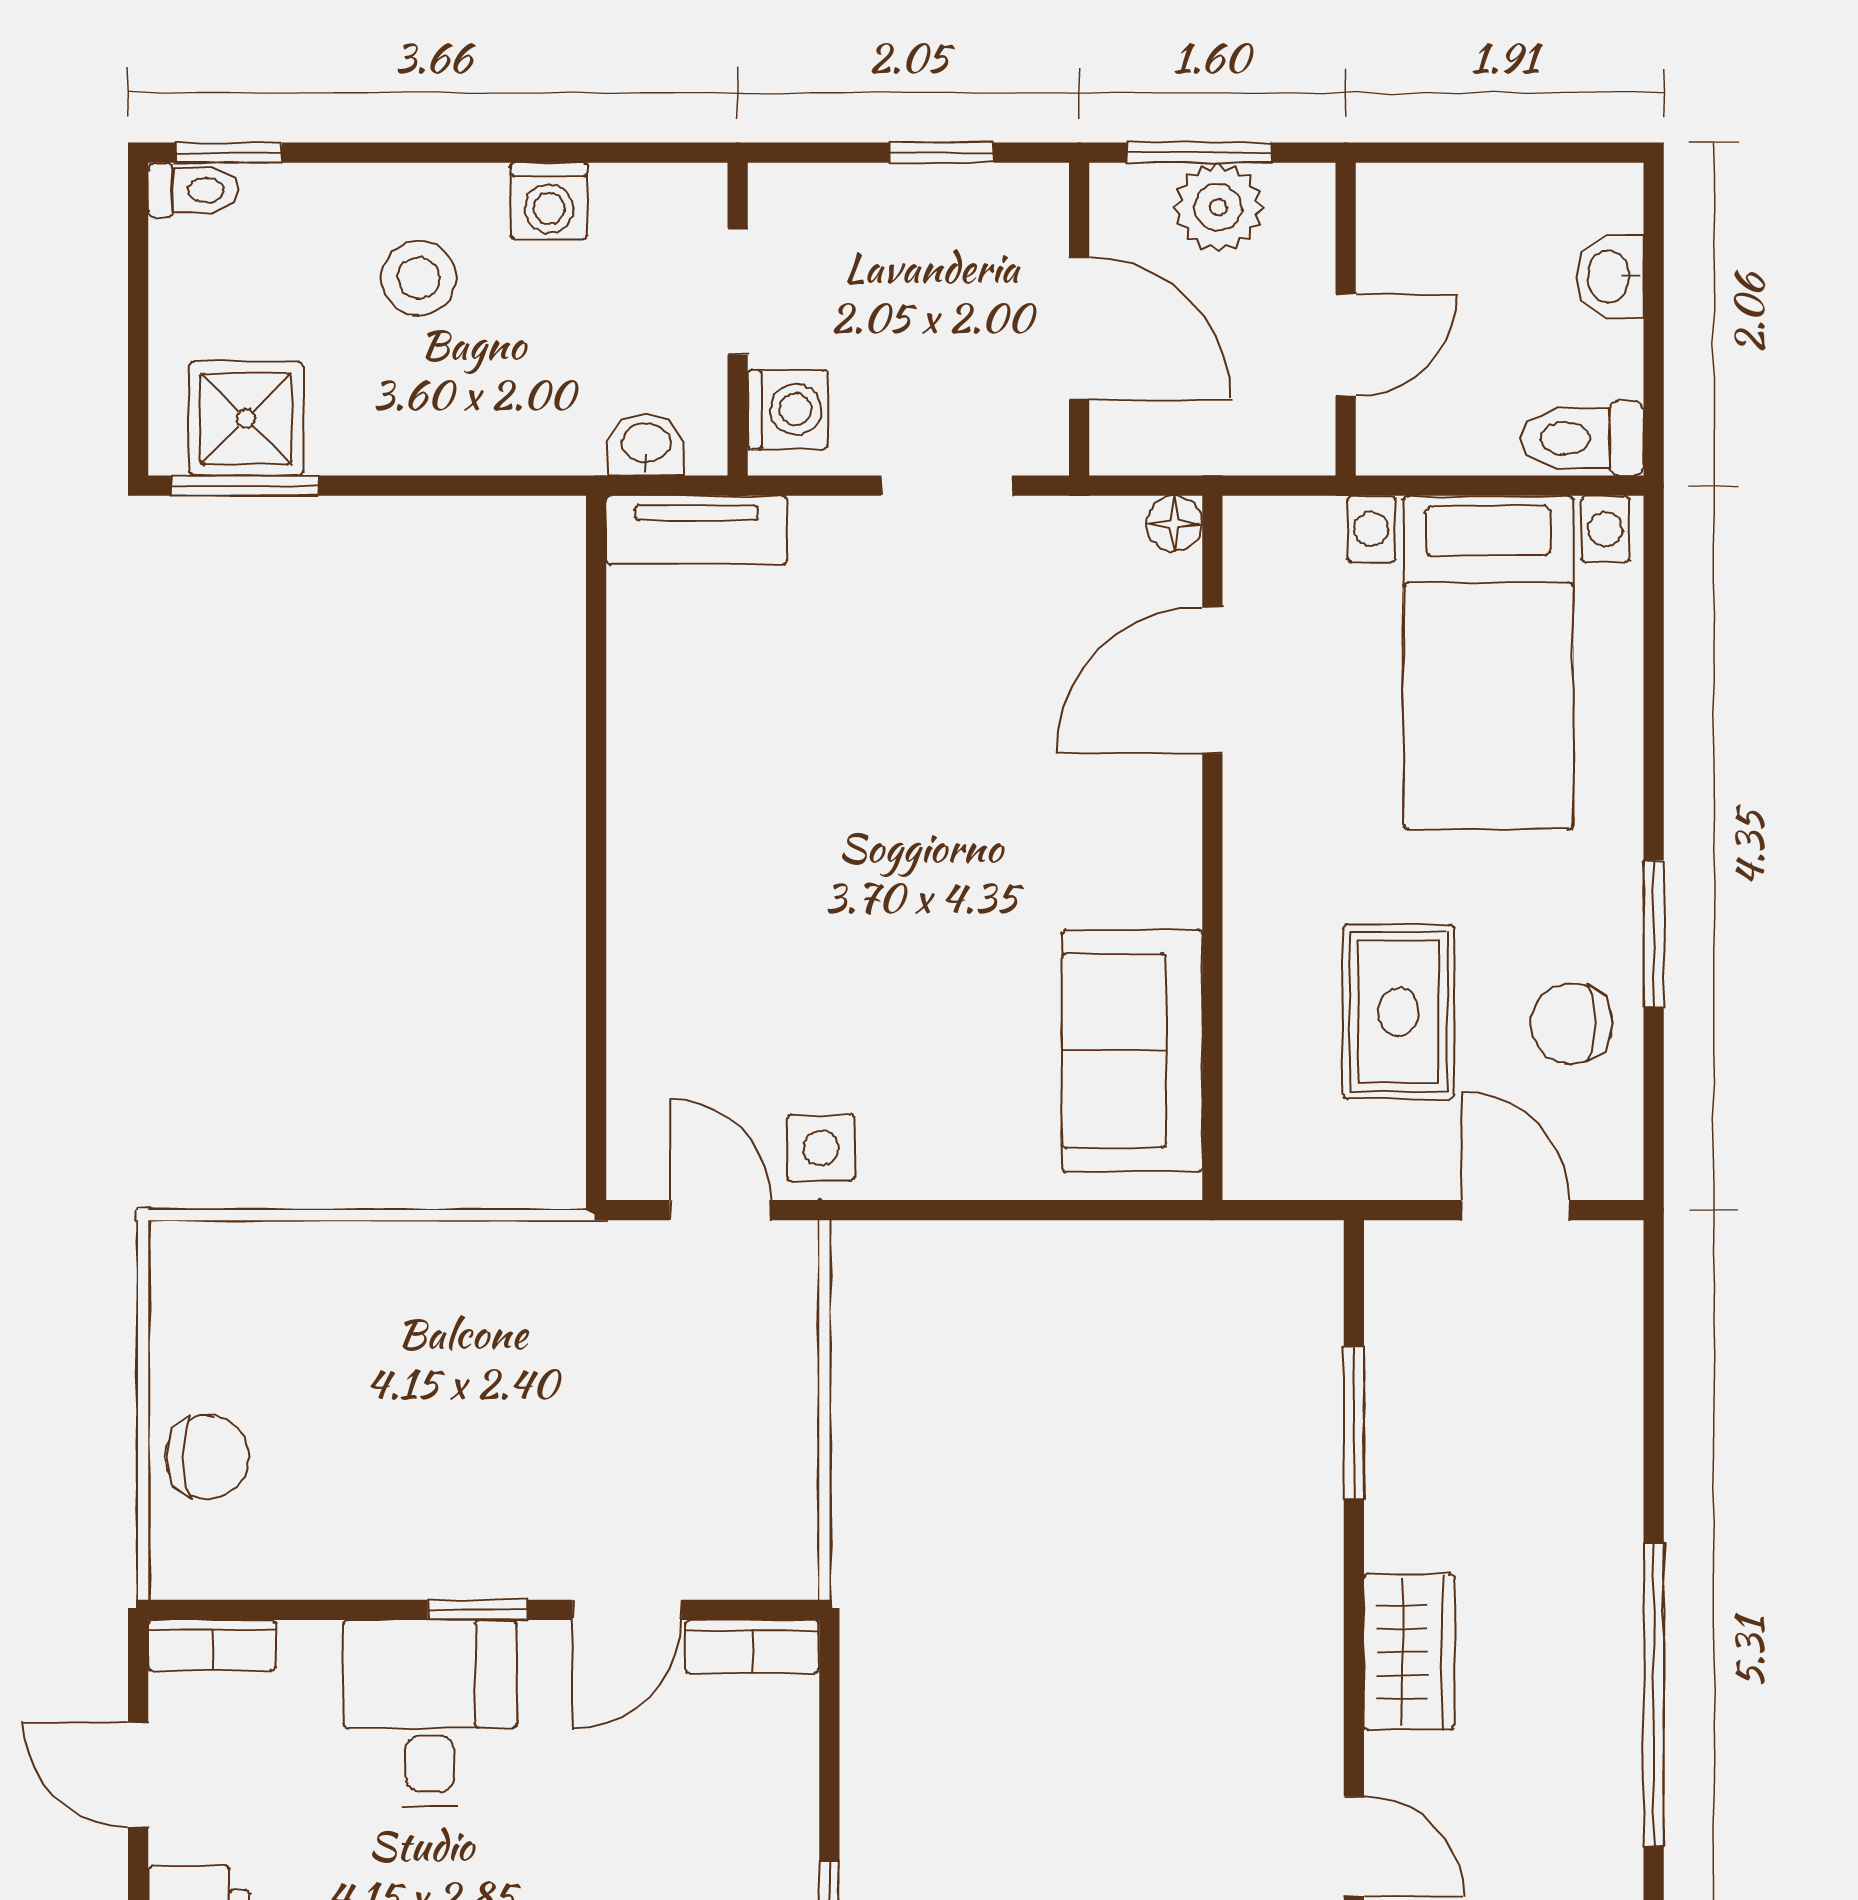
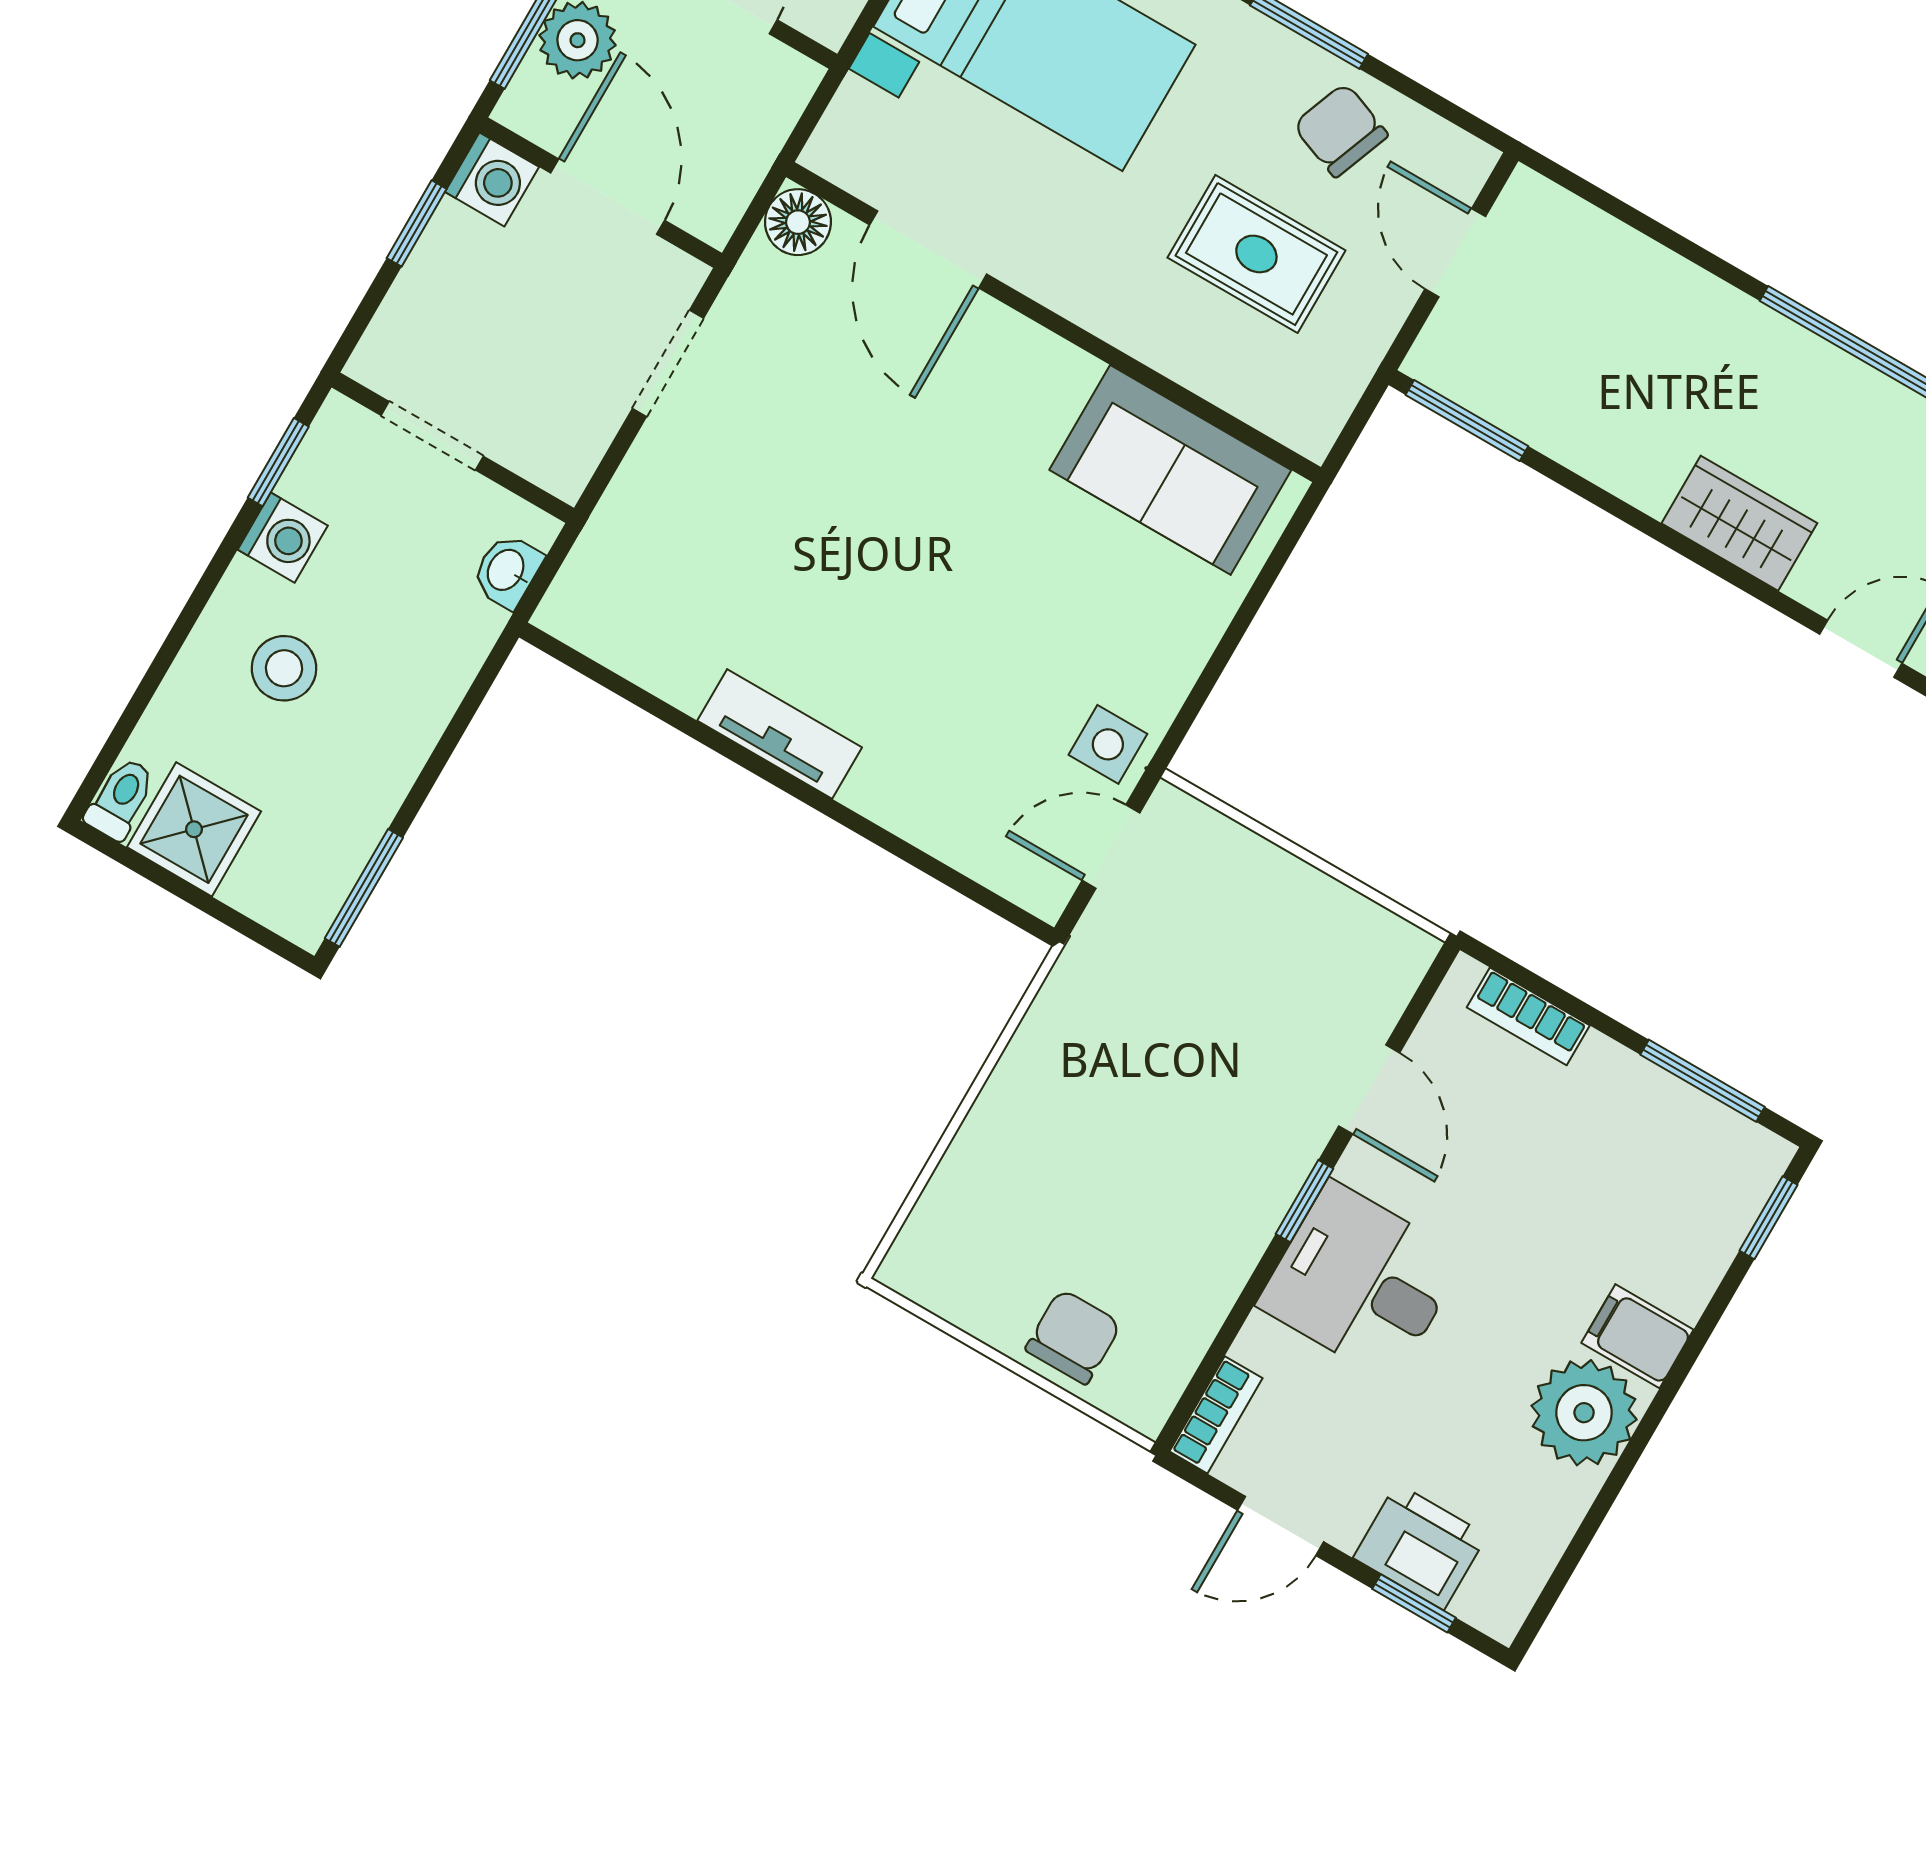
window: (229, 153) -> (278, 462), moved
door: (1079, 328) -> (608, 197), hinge flipped
washing machine: (788, 410) -> (492, 179), moved, turned 90
shower: (246, 419) -> (194, 829), moved
floor lamp: (1175, 524) -> (798, 222), width x1.37, depth x1.37
tv unit: (697, 530) -> (780, 734), moved, turned -90
chair: (1571, 1024) -> (1340, 130), turned 111
door: (1515, 1210) -> (1455, 253), hinge flipped
window: (1354, 1423) -> (1467, 420), moved
bookcase: (752, 1647) -> (1528, 1016), moved, turned 90

